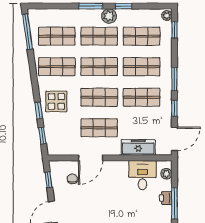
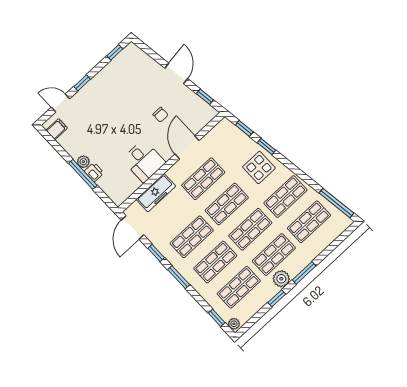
plant: (166, 174) -> (83, 162), moved
desk: (143, 175) -> (144, 161), moved
chair: (72, 179) -> (160, 115), moved

